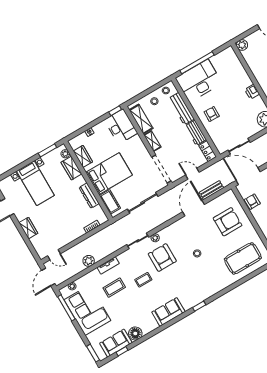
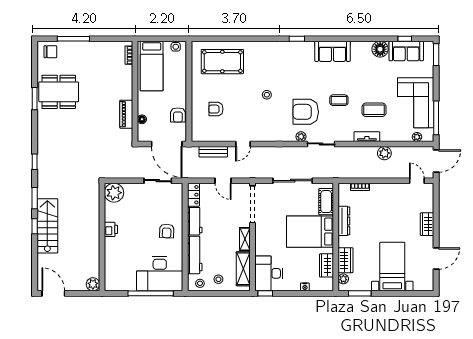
door: (194, 208) -> (243, 144), width x0.53
armchair: (228, 222) -> (216, 109), width x0.53, depth x0.53
armchair: (162, 257) -> (306, 112), turned 90

